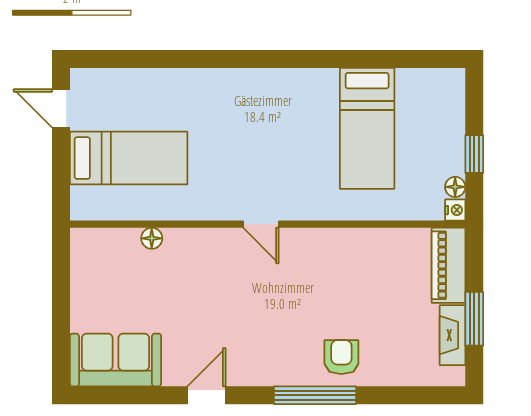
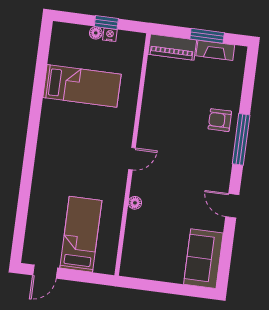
floor lamp: (455, 187) -> (96, 33), moved
nightstand: (455, 210) -> (110, 35), moved
floor lamp: (152, 238) -> (135, 203), moved

